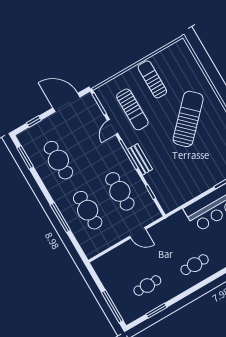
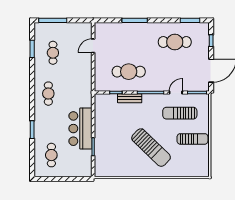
door: (113, 127) -> (176, 92), hinge flipped
bench: (140, 159) -> (130, 98), moved
cafe table: (88, 210) -> (129, 42), removed
door: (138, 233) -> (93, 46), moved

